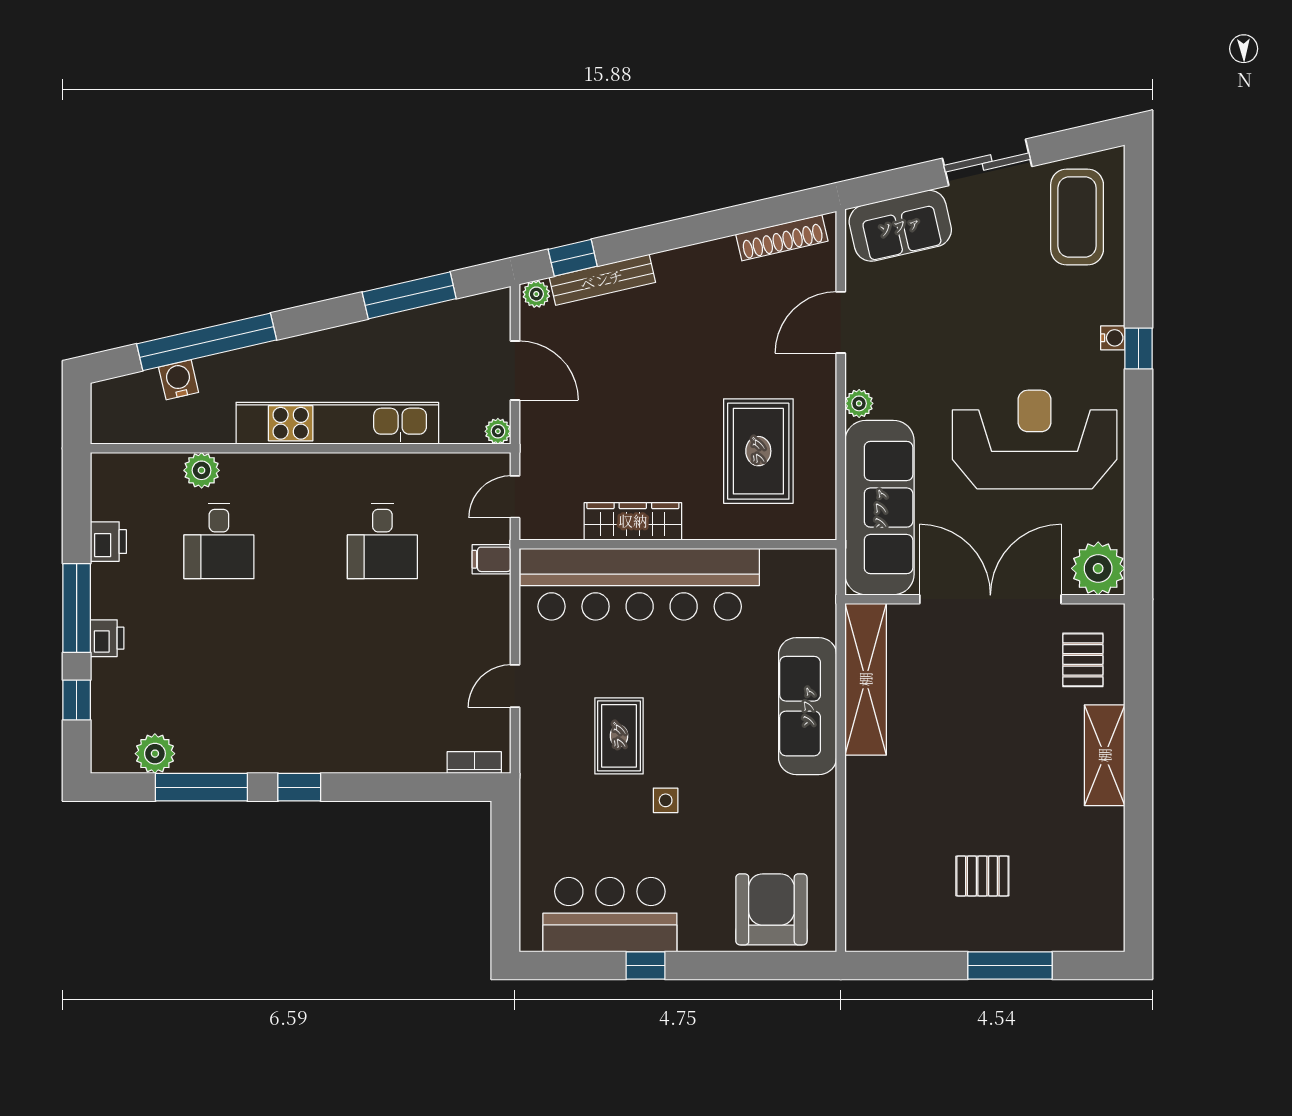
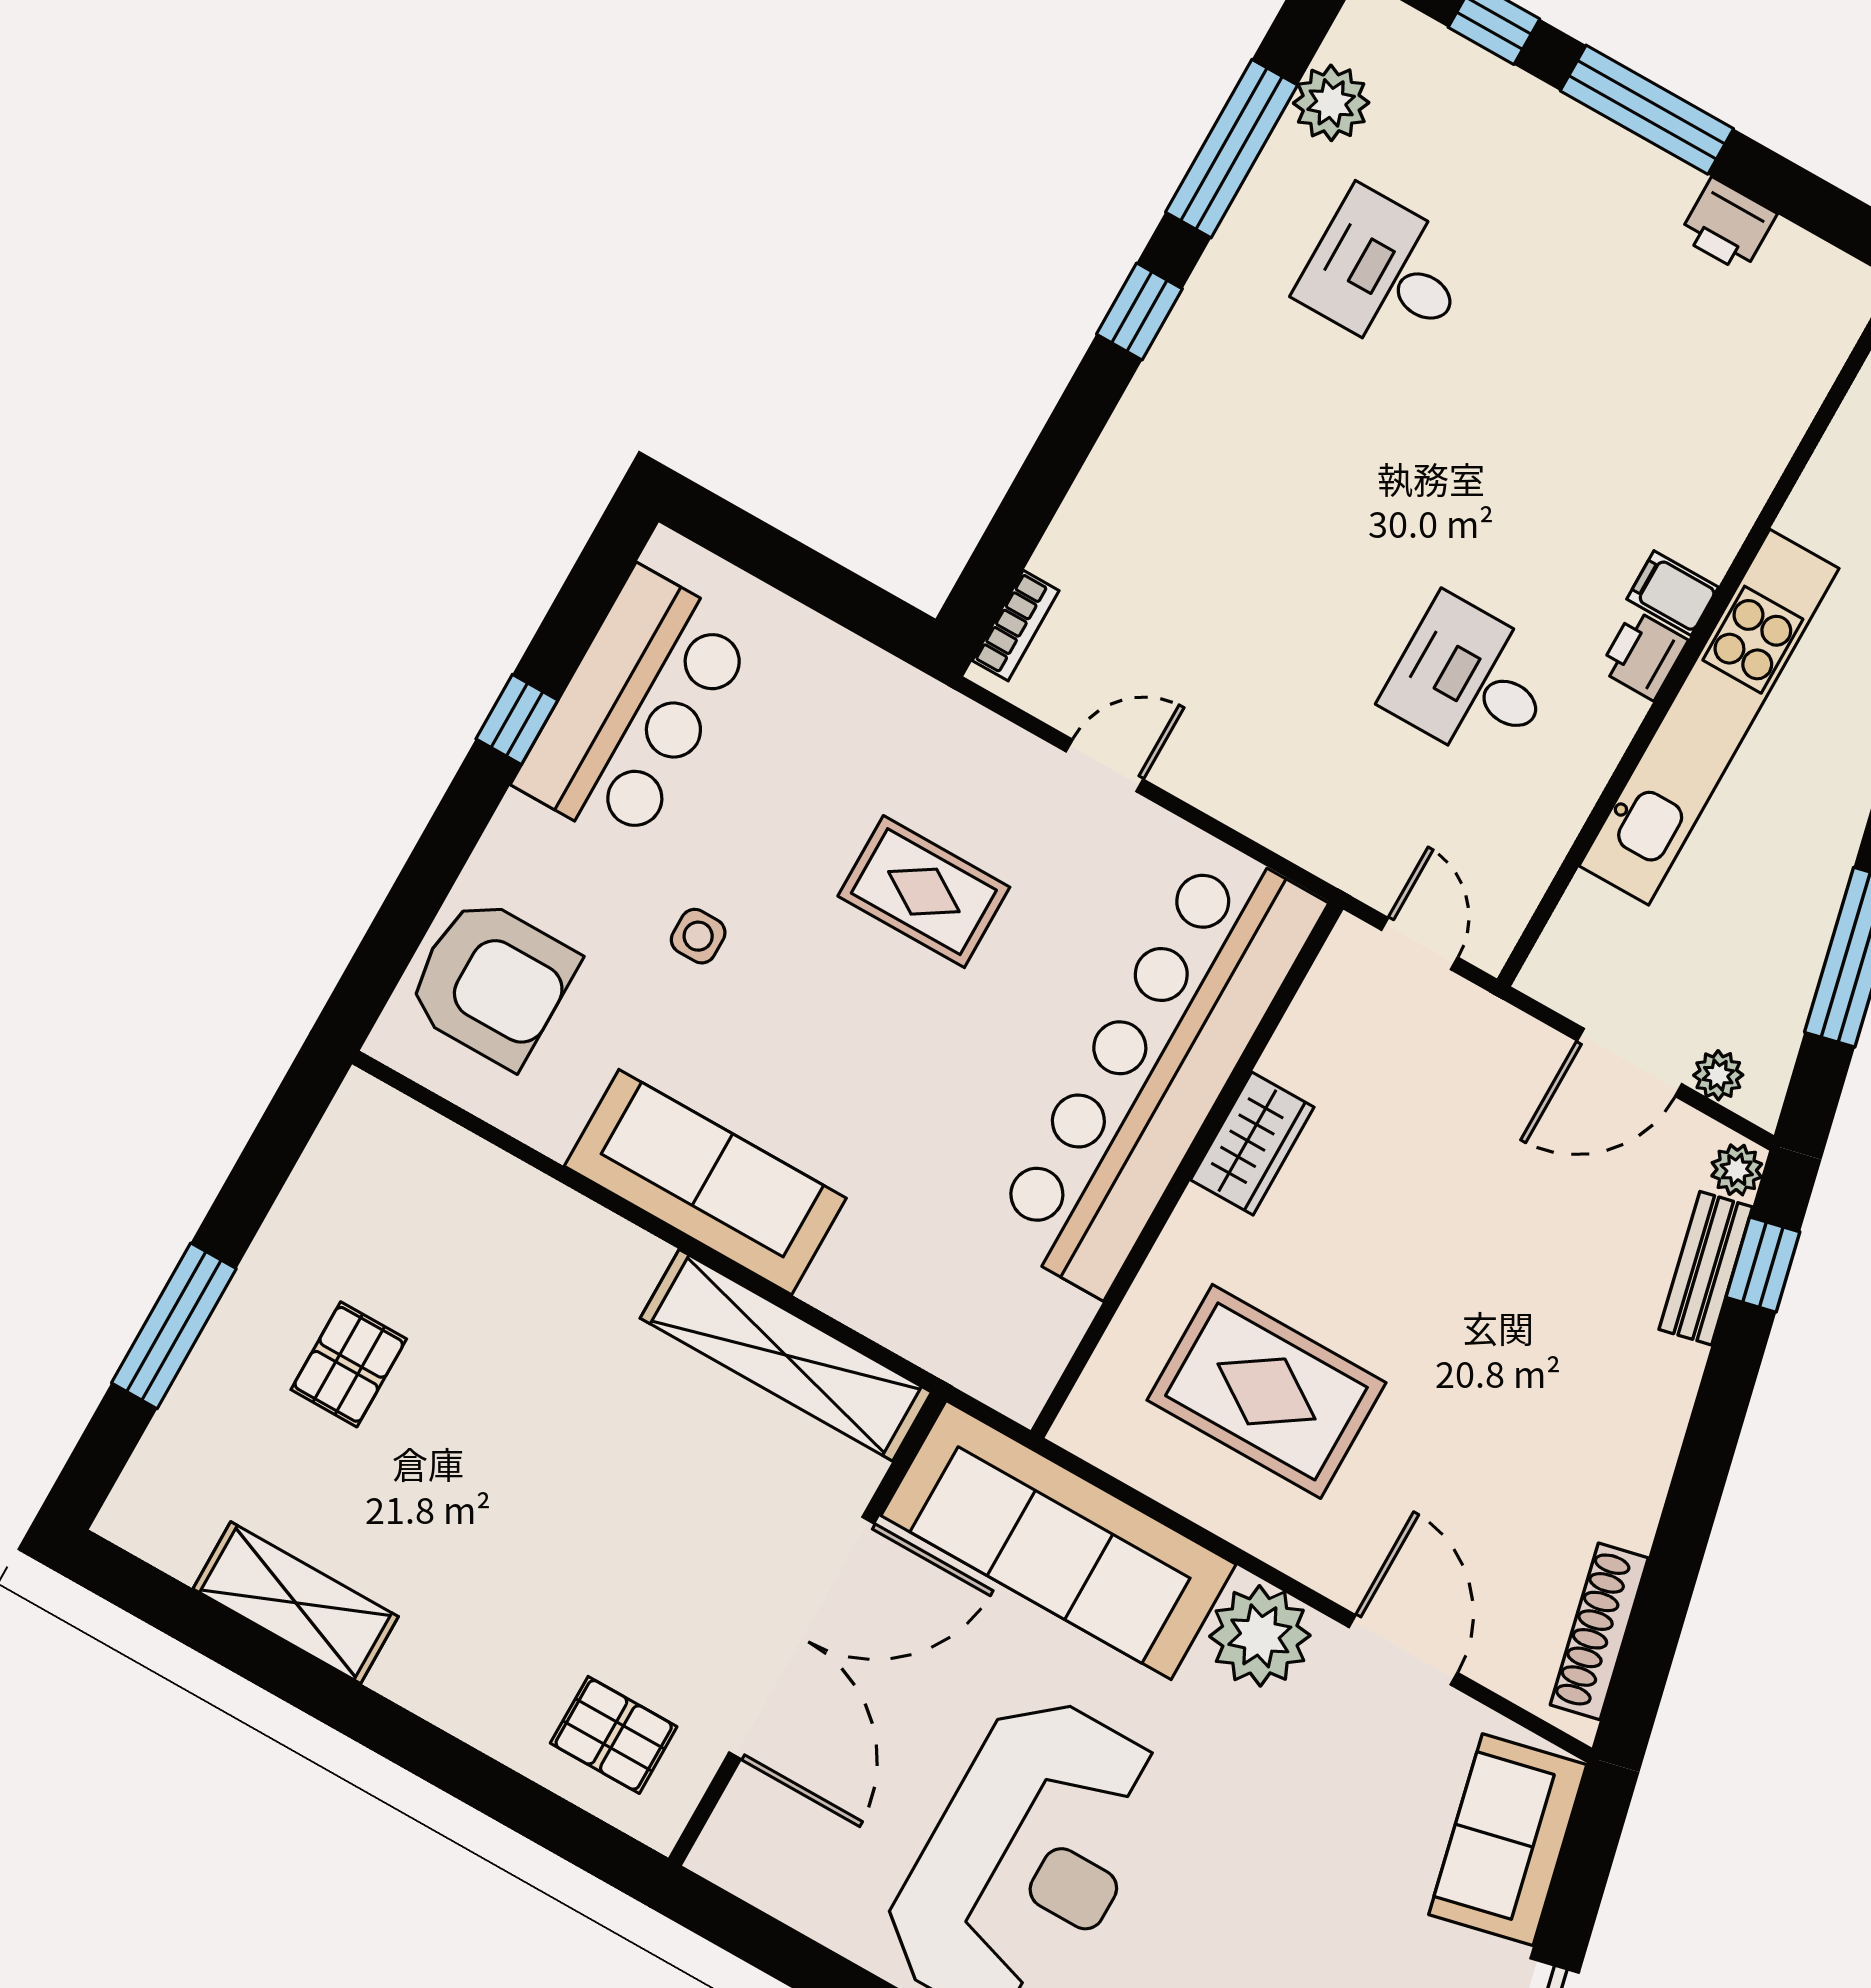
bench: (602, 280) -> (1706, 1268), width x0.73
plant: (859, 403) -> (1260, 1636), width x1.87, depth x1.87
plant: (498, 431) -> (1718, 1075), moved
plant: (202, 470) -> (1759, 447), removed
wardrobe: (633, 521) -> (1252, 1143), width x0.67
desk: (219, 541) -> (1385, 274), moved
filing cabinet: (491, 559) -> (1673, 593), moved, turned -90
plant: (1098, 568) -> (751, 1846), removed
printer: (107, 638) -> (1643, 655), moved, turned 90
door: (515, 686) -> (1105, 765), hinge flipped
sofa: (808, 706) -> (705, 1182), moved
shelving: (1105, 755) -> (296, 1603), moved
side table: (666, 800) -> (698, 936), moved

